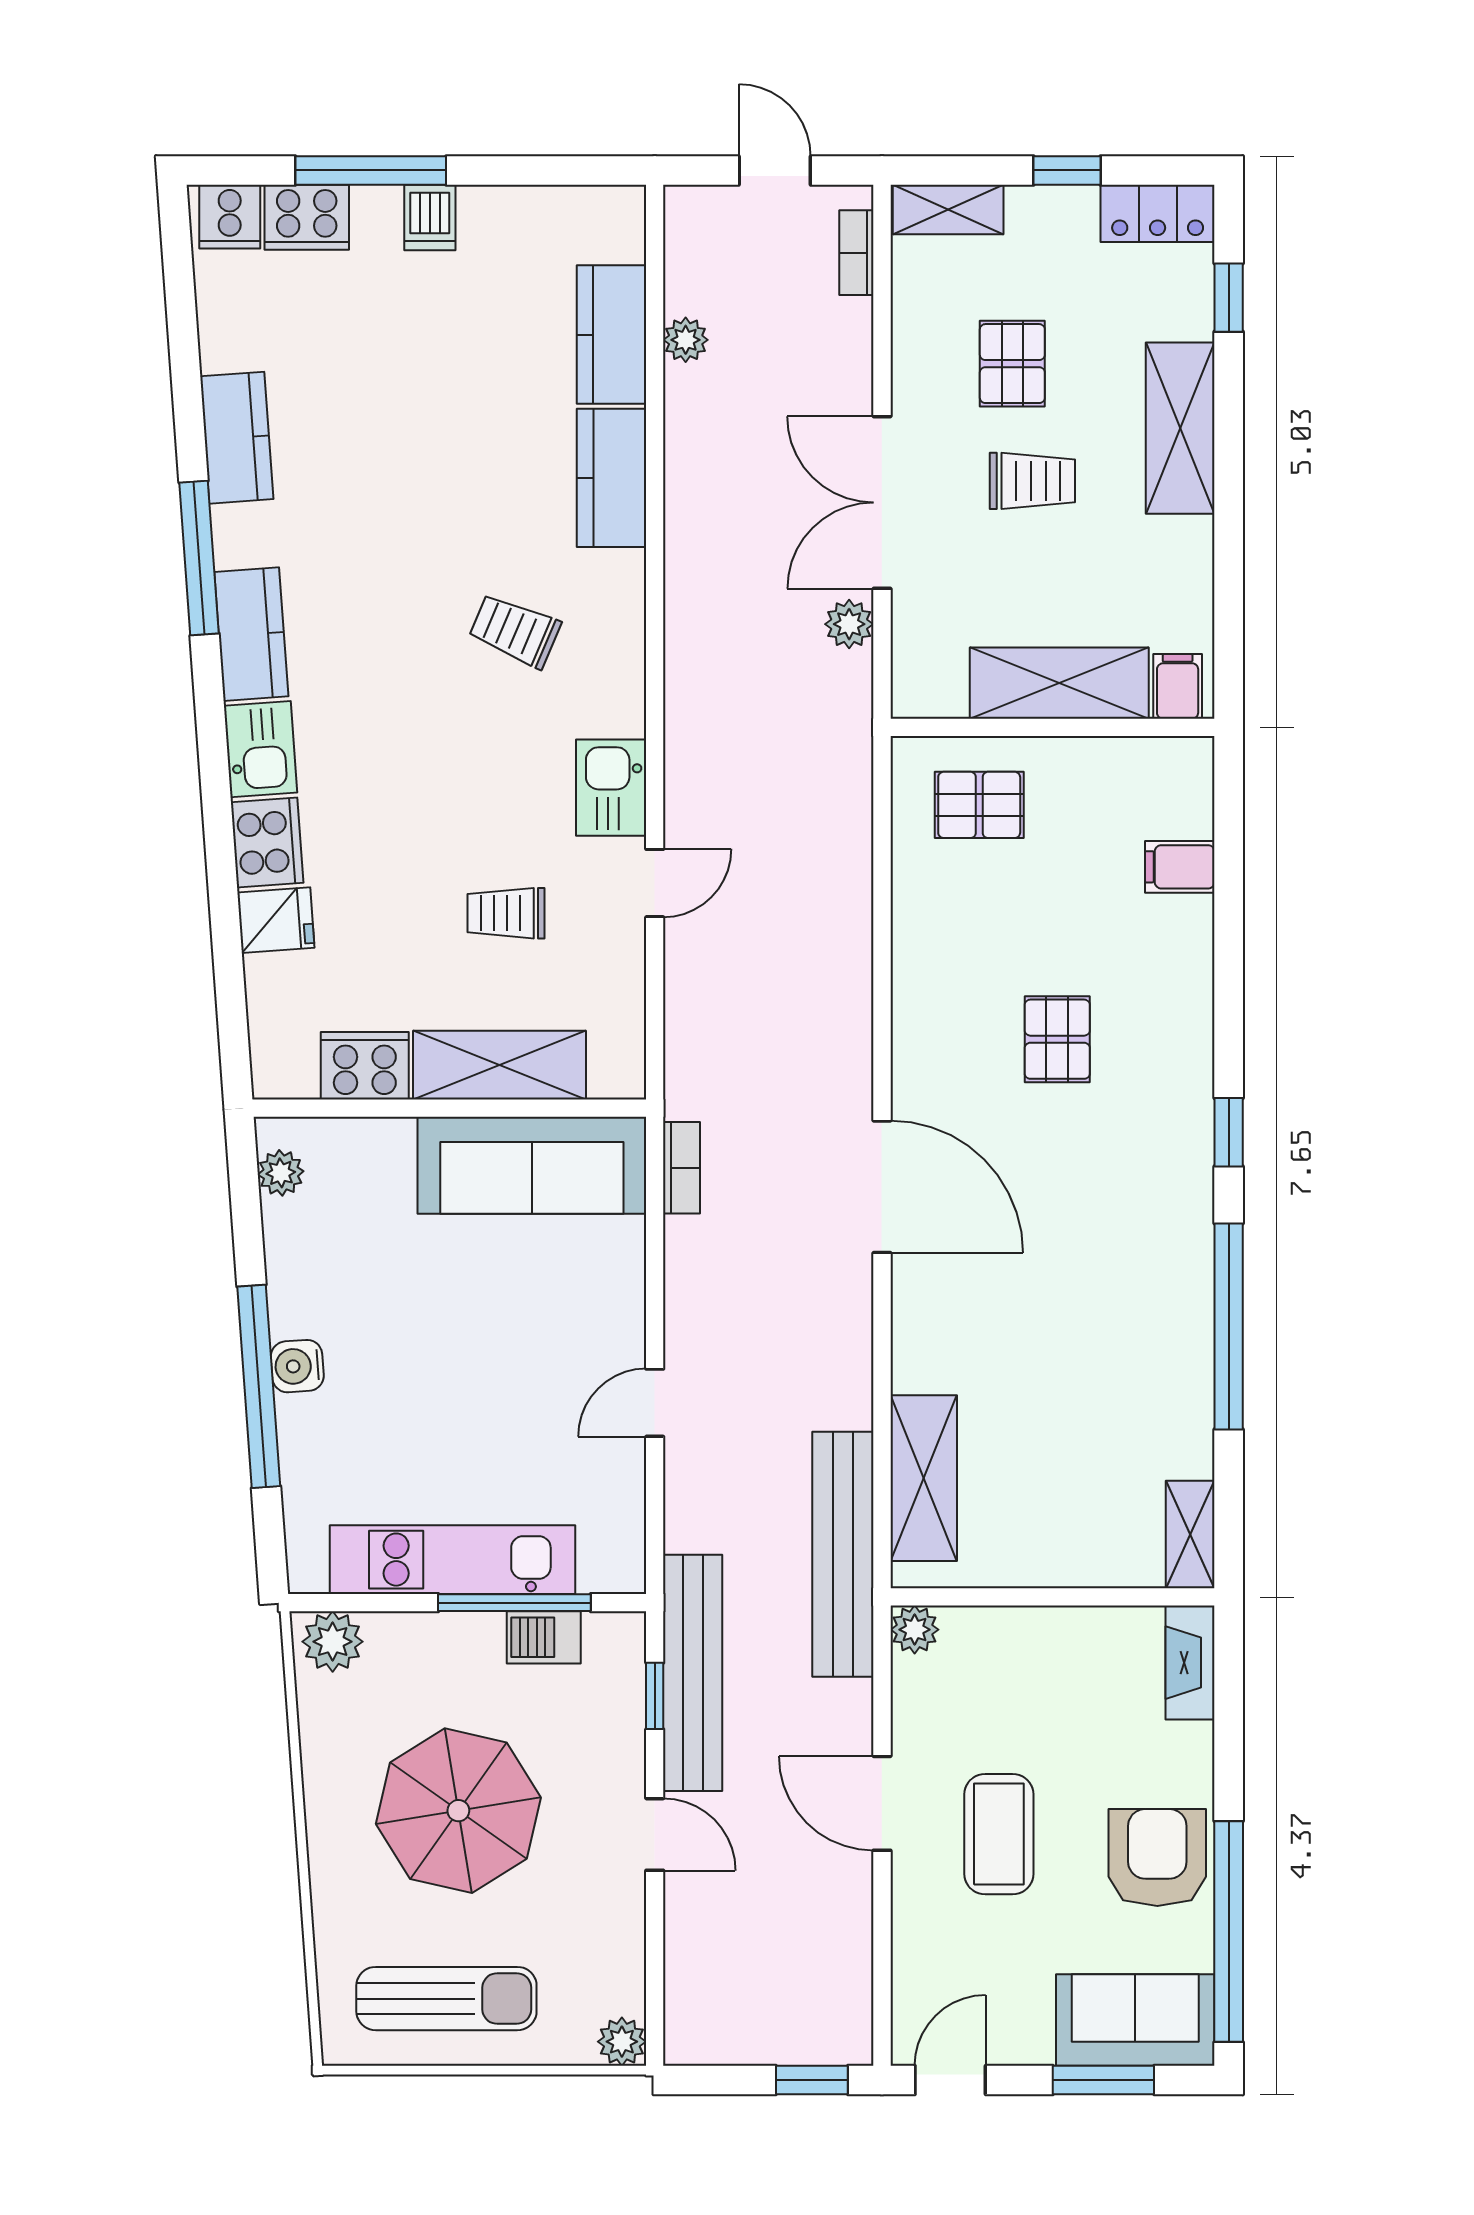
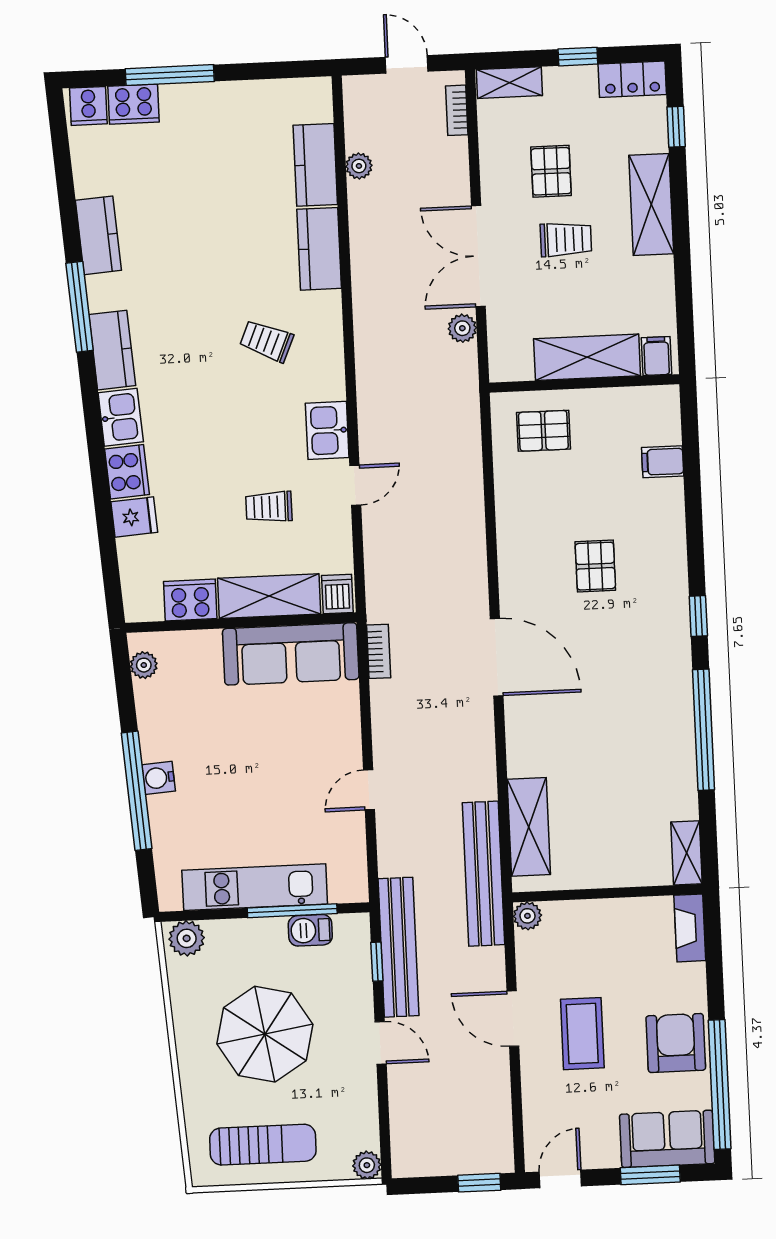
dishwasher: (430, 218) -> (337, 594), moved, turned 180

